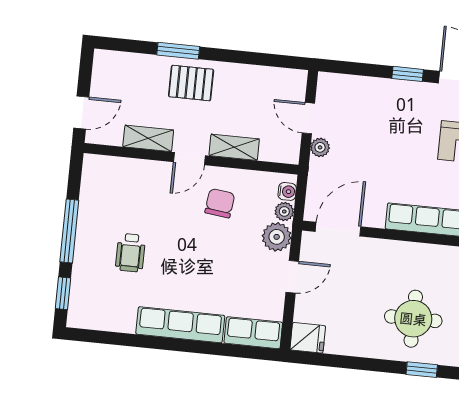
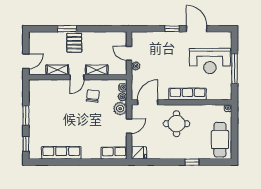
pallet: (191, 83) -> (74, 43), turned 90
window: (69, 231) -> (26, 115), width x0.69
wheelchair: (130, 253) -> (55, 123), removed
round table: (413, 319) -> (177, 124), moved
row of seats: (180, 325) -> (61, 153), moved

